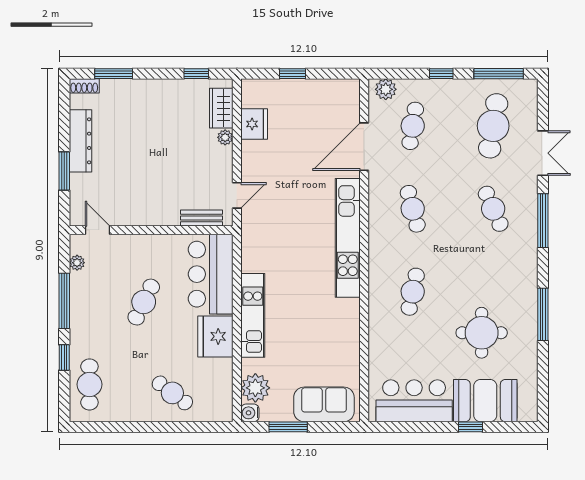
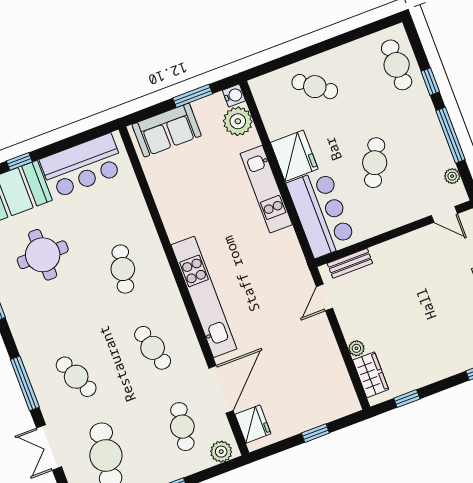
fridge: (254, 124) -> (253, 424), moved, turned 180

